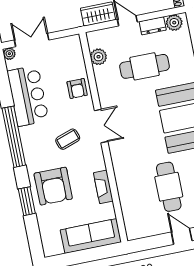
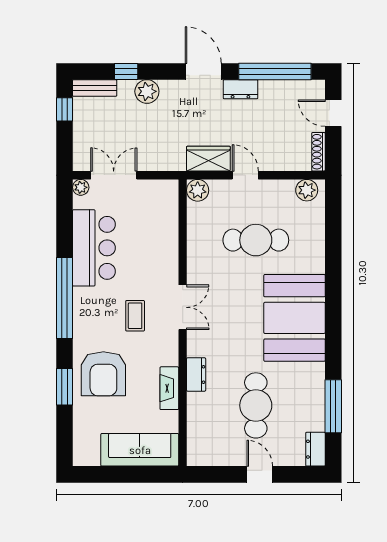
dresser: (153, 26) -> (196, 374), moved, turned -90
plant: (98, 57) -> (198, 190), moved
armchair: (77, 88) -> (161, 251), removed
coffee table: (68, 139) -> (135, 316), turned -71

